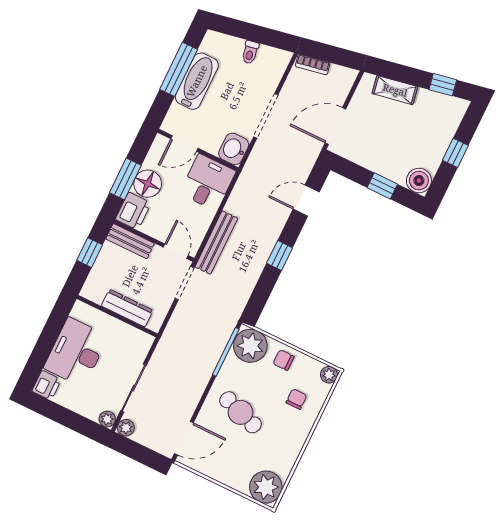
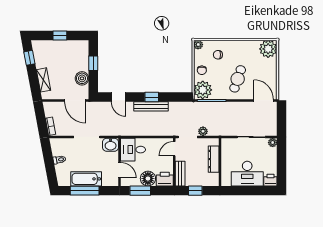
window: (125, 179) -> (140, 191), moved
boiler: (419, 181) -> (82, 78), moved
bench: (216, 242) -> (151, 106), moved
plant: (126, 428) -> (203, 131), moved

